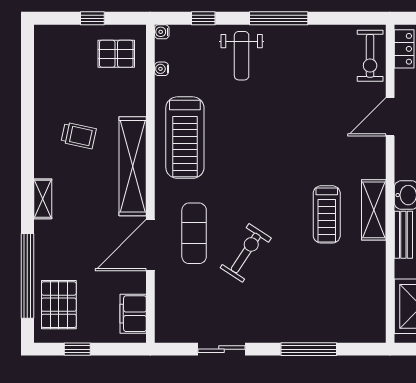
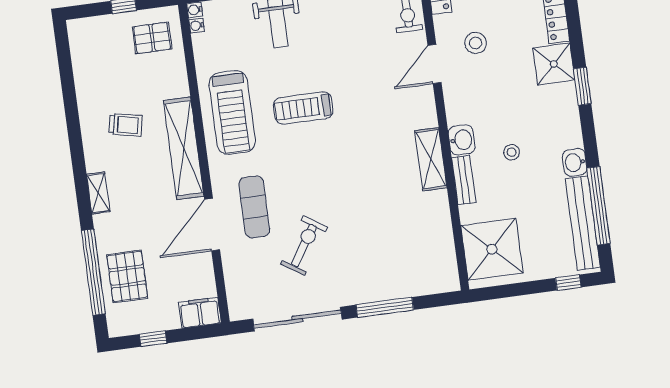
water cooler: (162, 69) -> (197, 26), moved
treadmill: (327, 214) -> (303, 108), moved, turned 90
exercise bike: (246, 253) -> (304, 246), moved
pallet: (59, 305) -> (127, 276), moved
filing cabinet: (133, 314) -> (200, 313), moved, turned 90
sliding door: (222, 349) -> (297, 319), width x1.86

